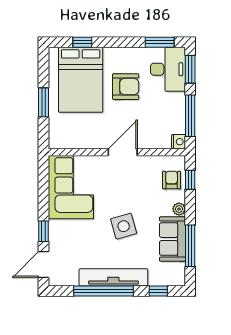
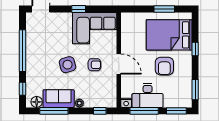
window: (82, 42) -> (195, 49), moved
desk: (168, 69) -> (148, 95), moved
window: (43, 102) -> (164, 9), moved
armchair: (172, 180) -> (94, 65), moved
window: (43, 231) -> (79, 9), moved
floor lamp: (177, 271) -> (37, 102), added
tv unit: (113, 277) -> (32, 58), removed

